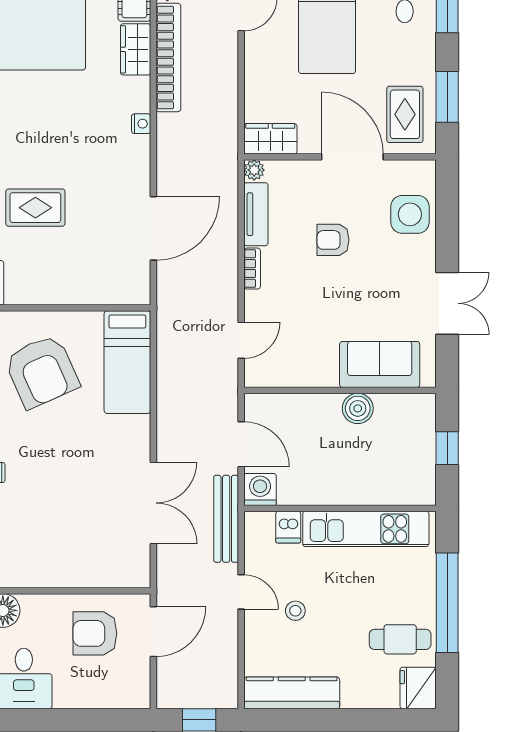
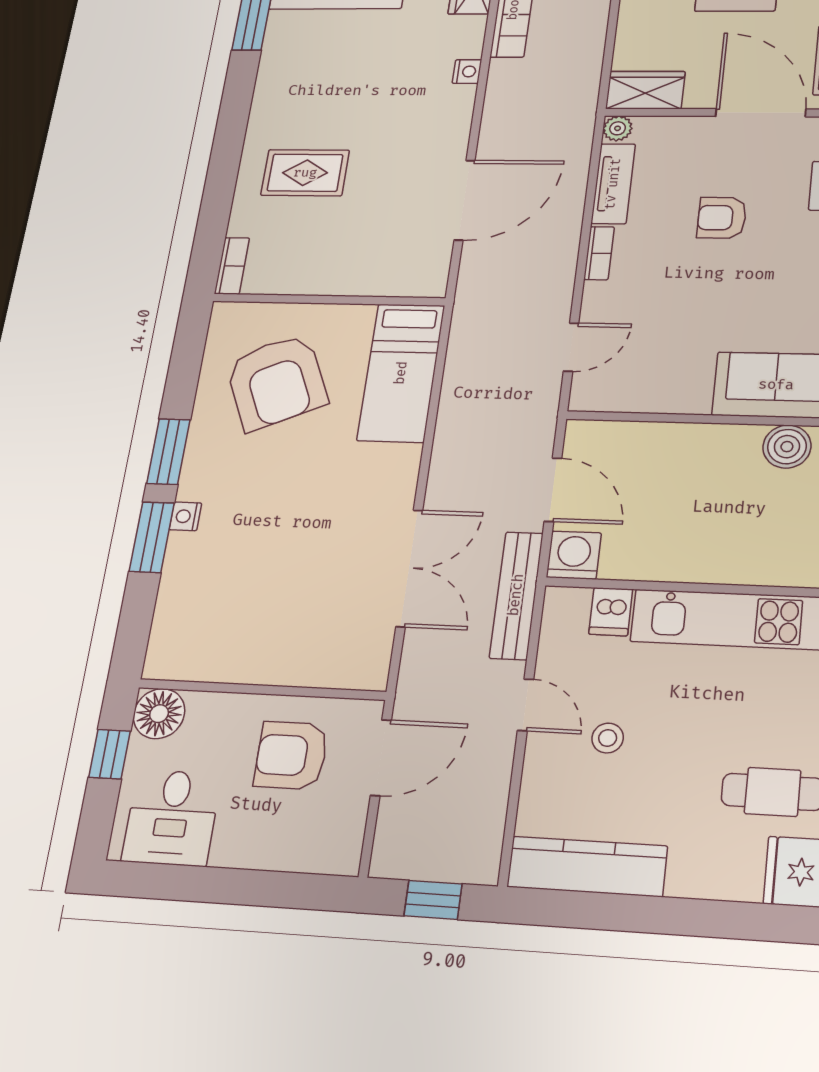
boiler: (358, 408) -> (787, 447), moved

